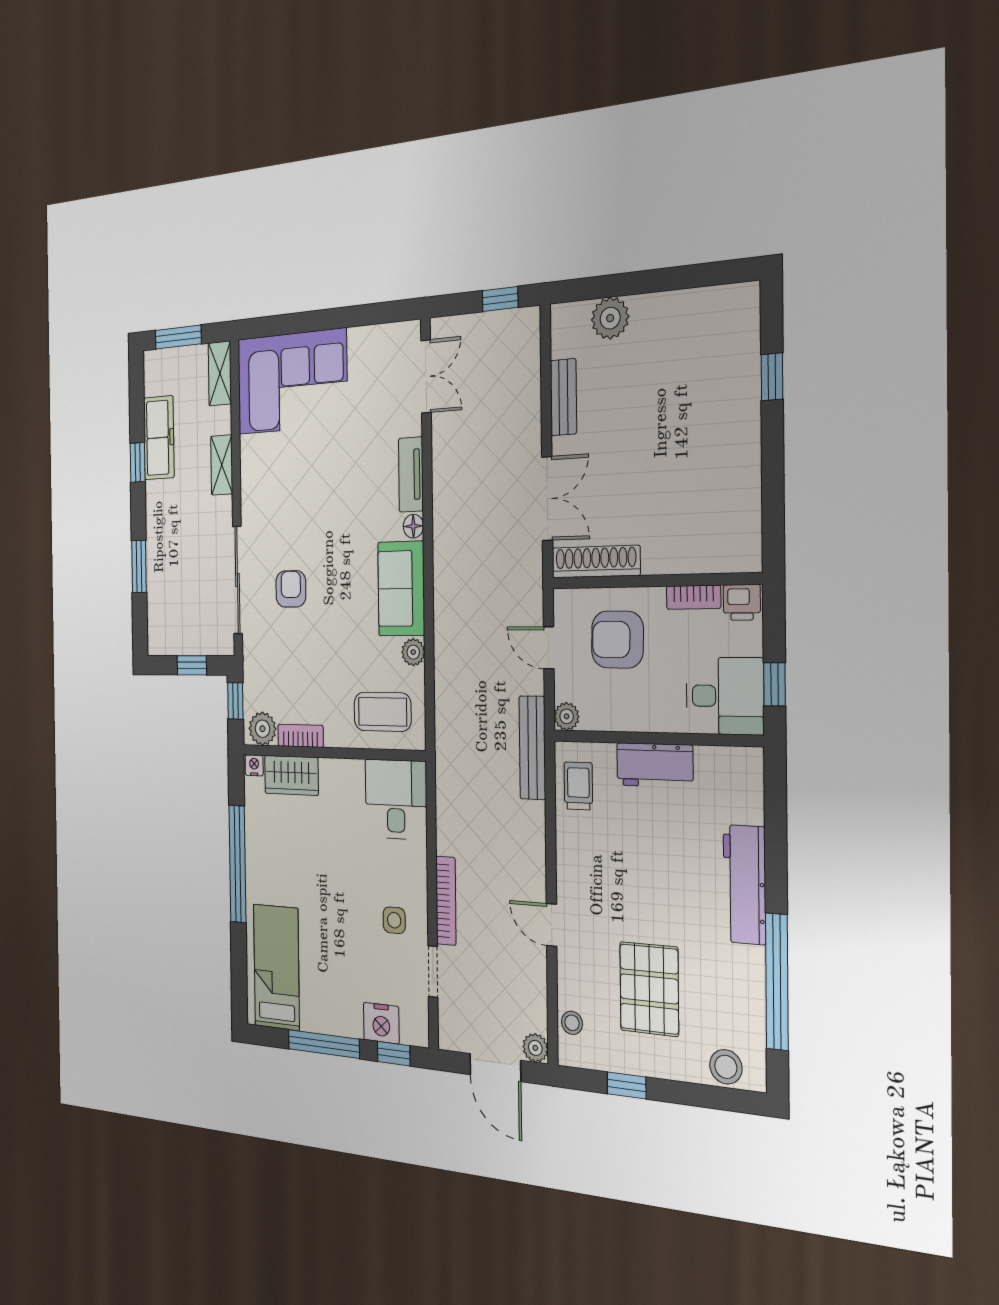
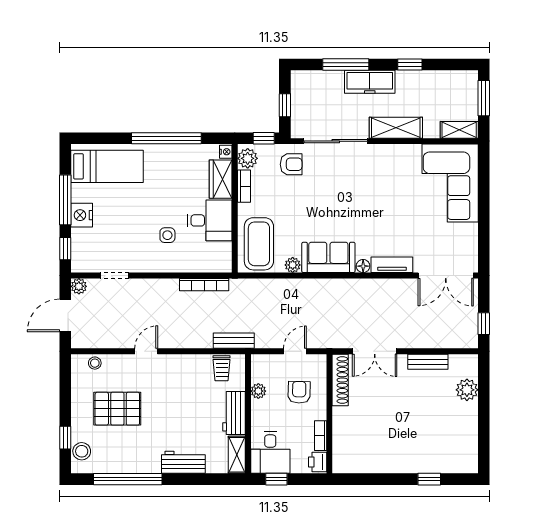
double door: (426, 377) -> (446, 276), width x1.37
freezer: (159, 438) -> (370, 82), moved
shelving: (222, 465) -> (396, 128), width x1.50, depth x1.33
window: (139, 567) -> (346, 64), width x1.44
armchair: (291, 589) -> (291, 164), moved
armchair: (617, 640) -> (299, 392), width x0.72, depth x0.72
coffee table: (383, 712) -> (259, 244), width x1.36, depth x1.32
plant: (567, 716) -> (258, 391), moved
bench: (532, 748) -> (234, 341), width x0.73
shelving: (730, 762) -> (237, 455), added
trolley: (578, 786) -> (222, 368), turned 90
desk: (396, 799) -> (210, 220), moved
workbench: (744, 885) -> (183, 462), width x0.73
bookcase: (446, 901) -> (204, 285), moved
side table: (394, 920) -> (167, 235), moved
nightstand: (381, 1023) -> (82, 215), moved
plant: (535, 1048) -> (79, 286), moved
window: (627, 1085) -> (65, 438), moved

